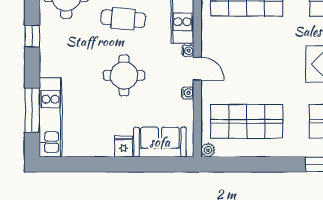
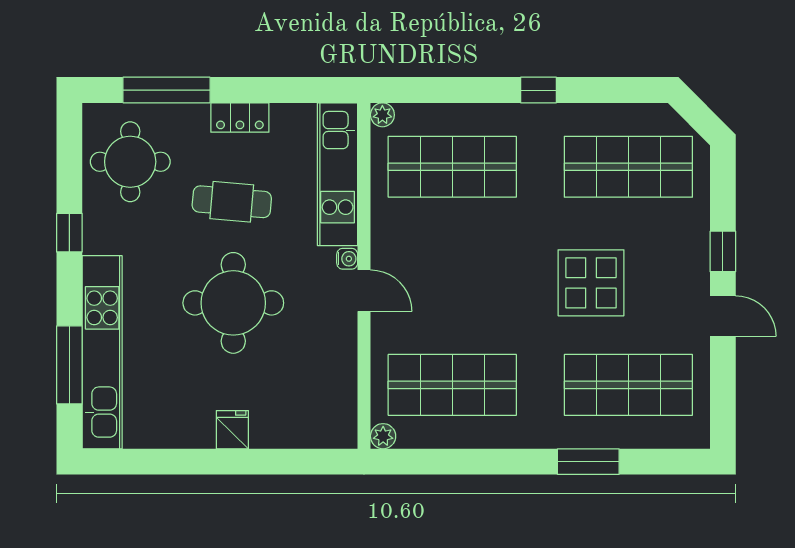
round table: (124, 75) -> (233, 303), width x1.36, depth x1.36
water cooler: (188, 93) -> (347, 334), removed
kitchen unit: (51, 118) -> (102, 352), width x1.36
sofa: (160, 142) -> (298, 422), removed

